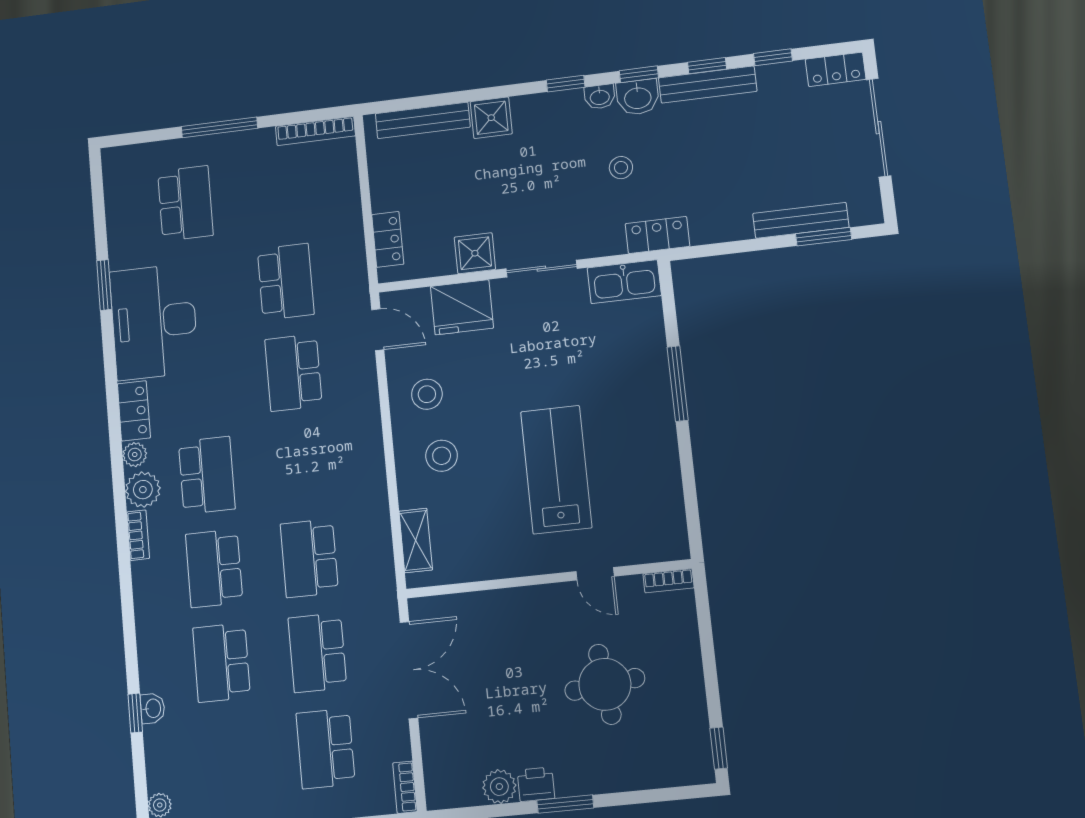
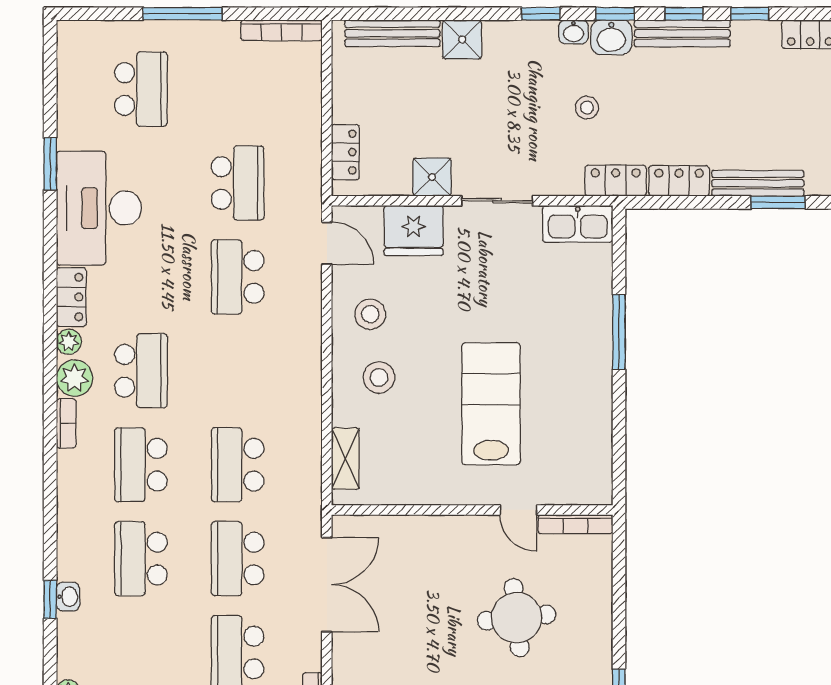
locker: (721, 228) -> (679, 181), added
bookcase: (669, 581) -> (575, 524), width x1.56

